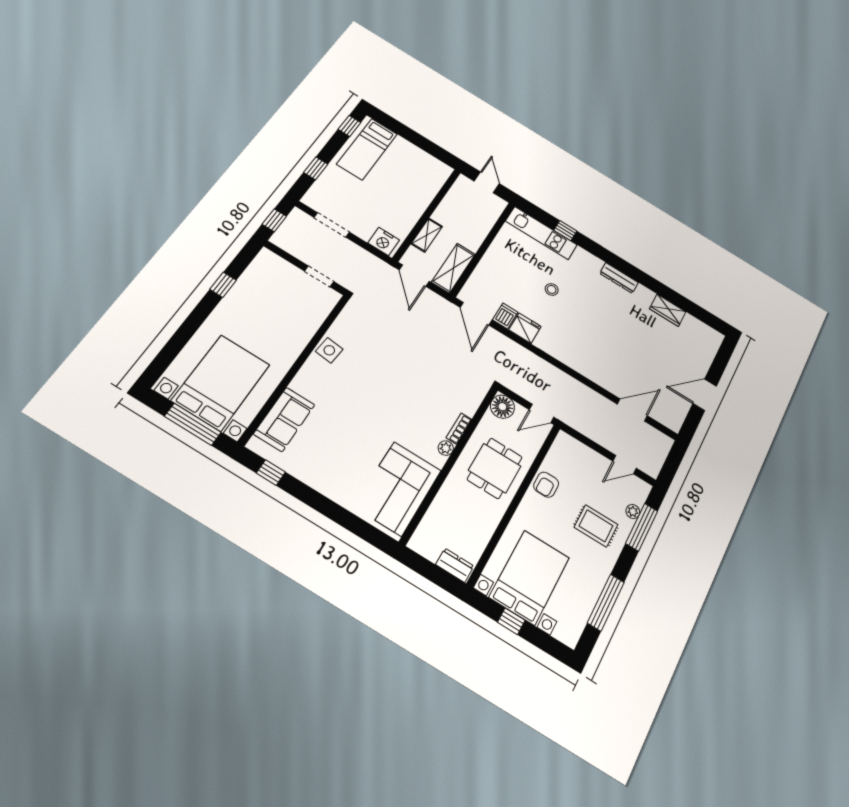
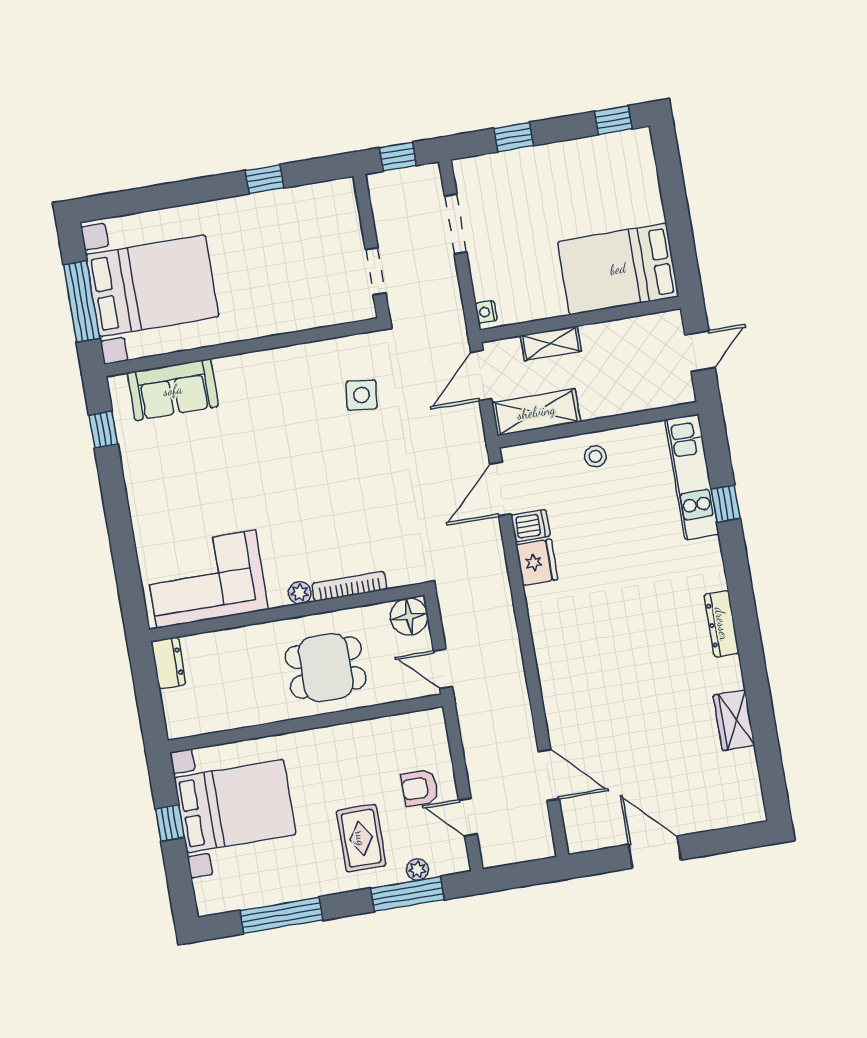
bed: (367, 149) -> (618, 269), moved, width x1.50
nightstand: (384, 241) -> (486, 312), width x0.53, depth x0.56
stool: (552, 289) -> (595, 456), moved
side table: (329, 350) -> (362, 395), moved
bookcase: (459, 429) -> (349, 586), width x1.56
armchair: (546, 485) -> (420, 788), moved
dresser: (455, 565) -> (168, 663), moved

